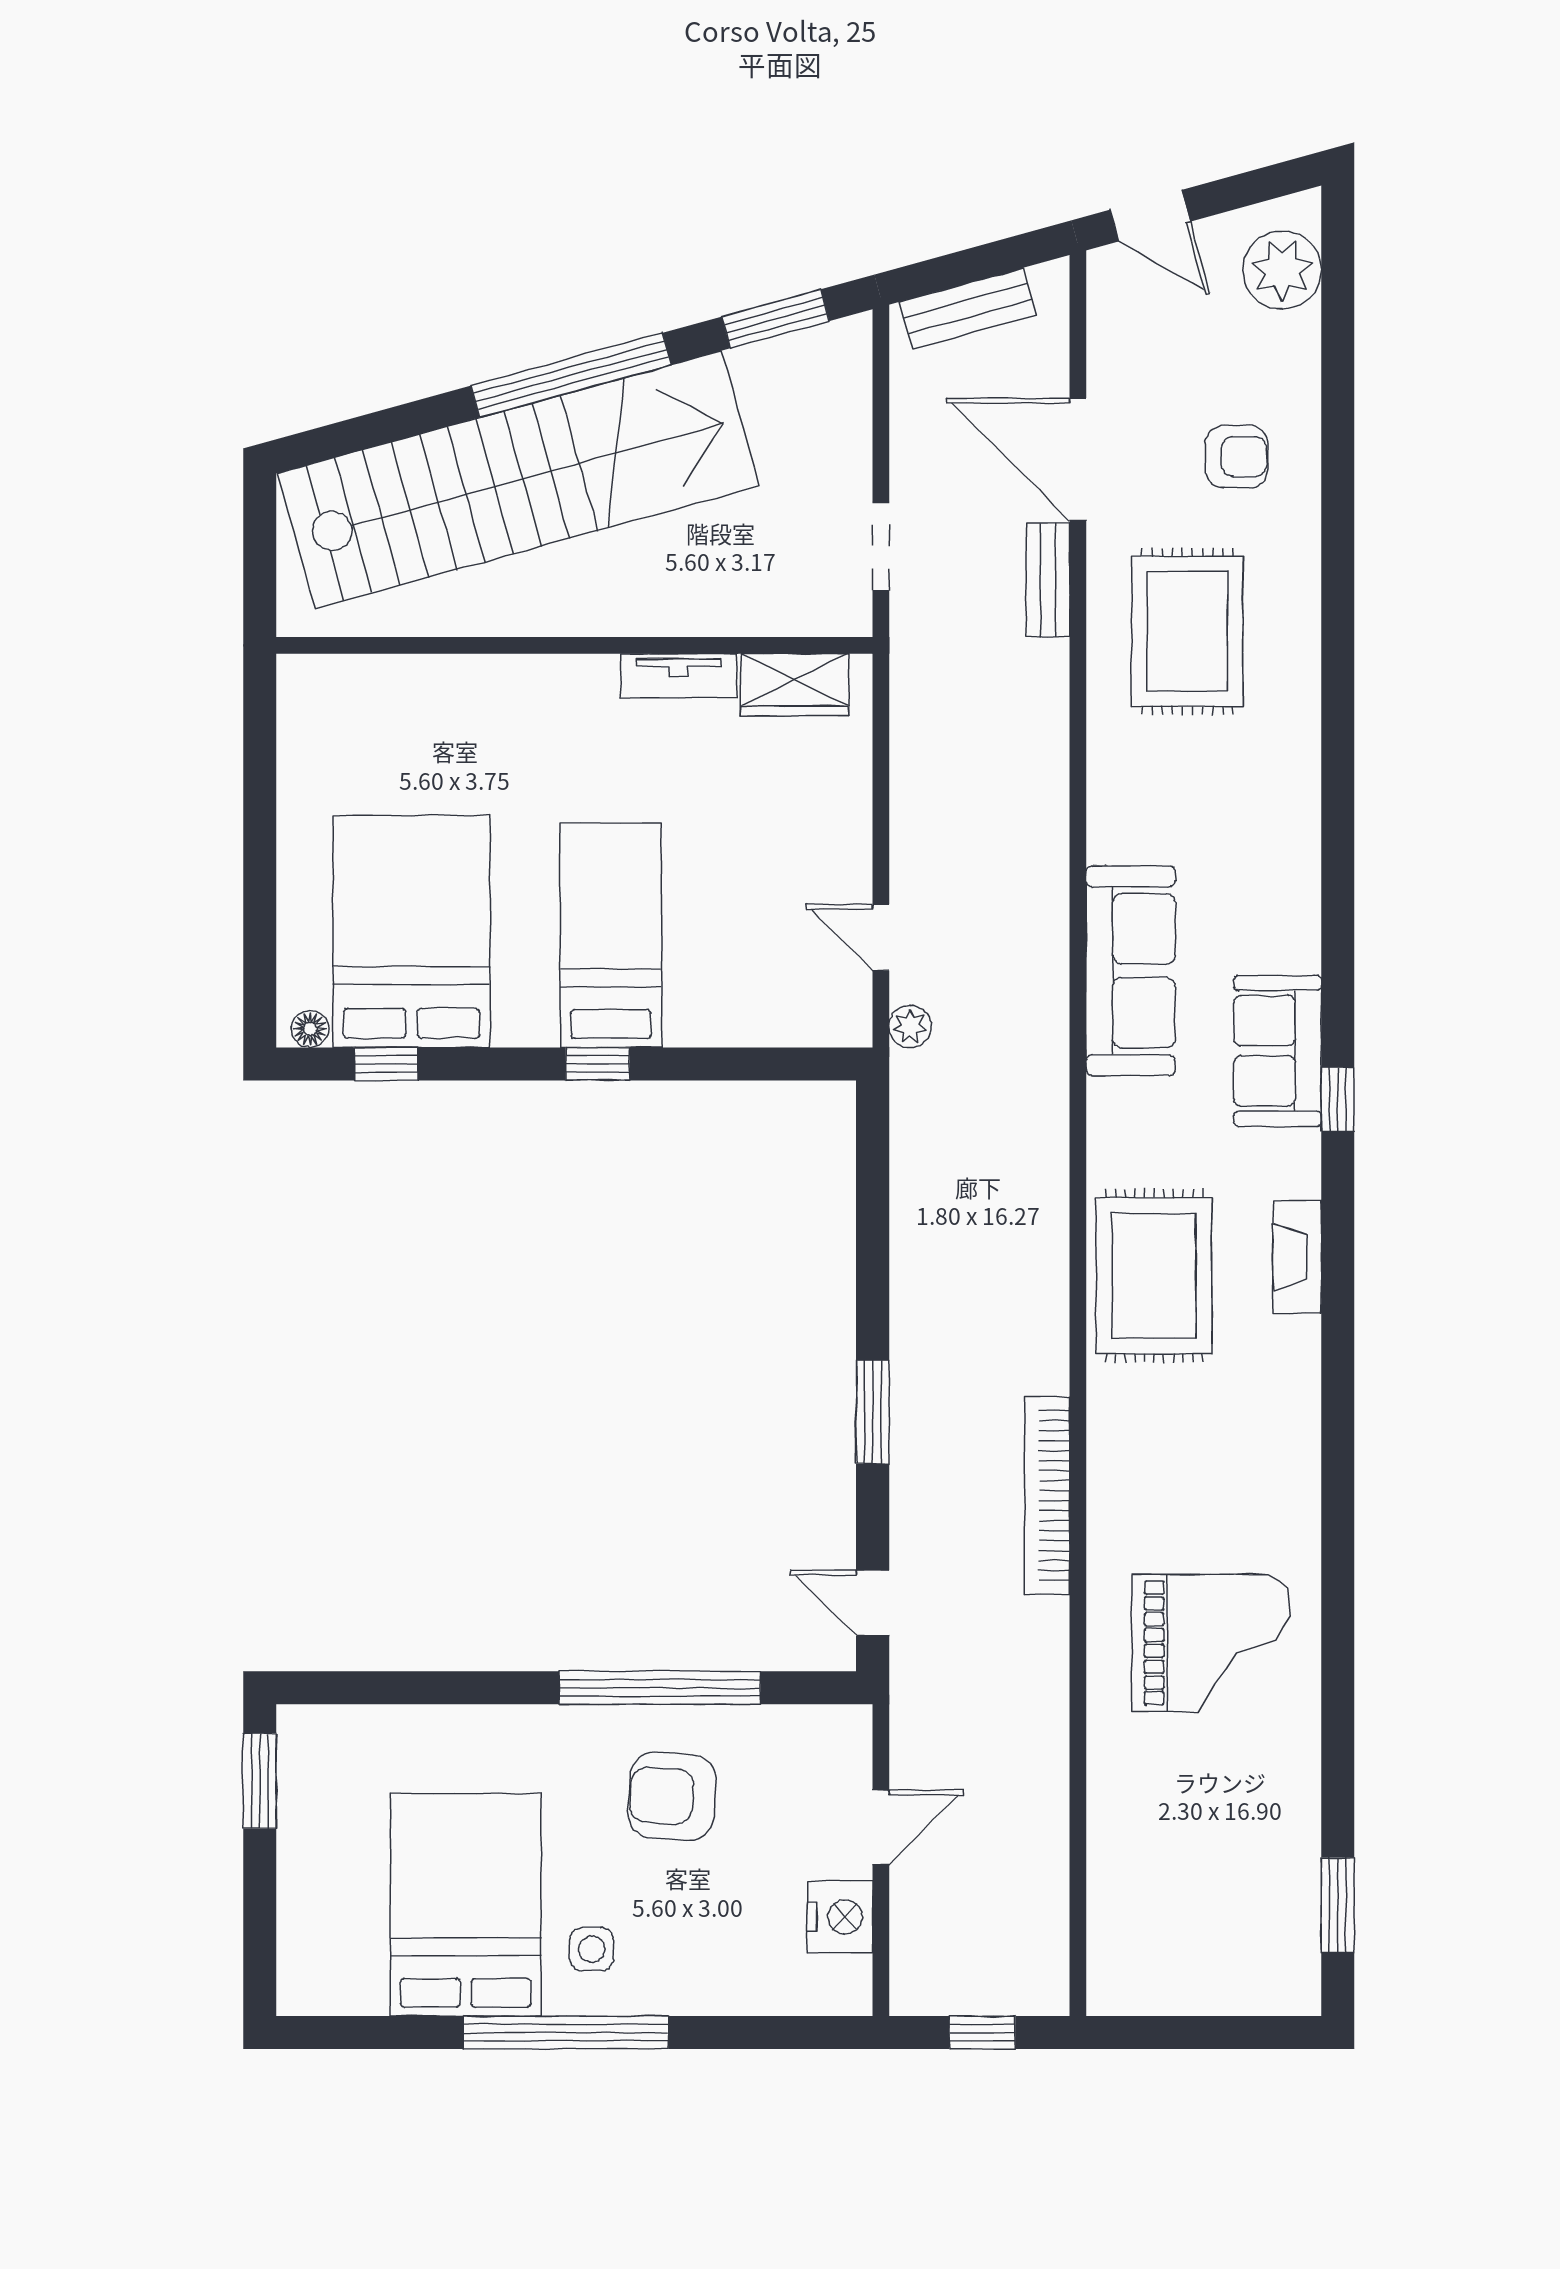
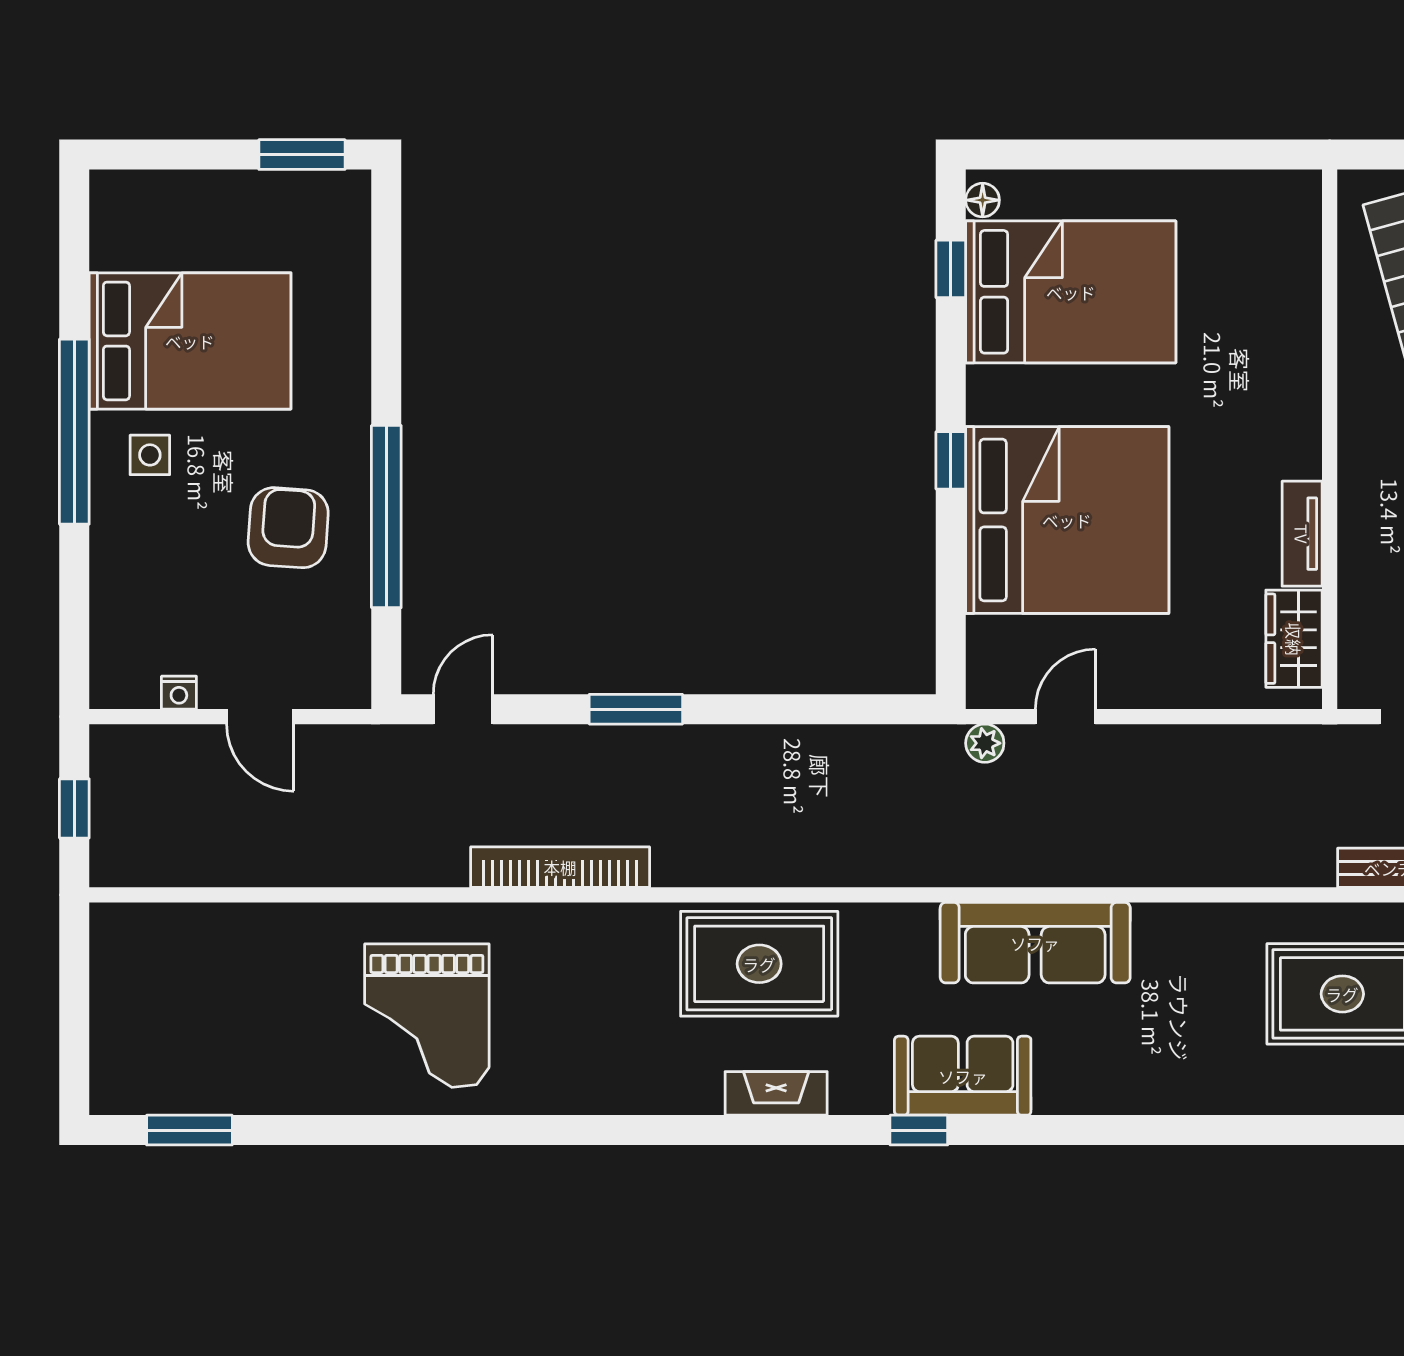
bed: (611, 935) -> (1067, 520), width x2.04
nightstand: (840, 1917) -> (179, 693), width x0.53, depth x0.56

